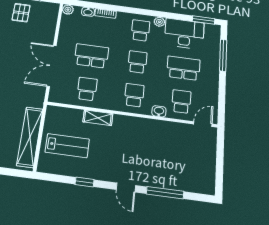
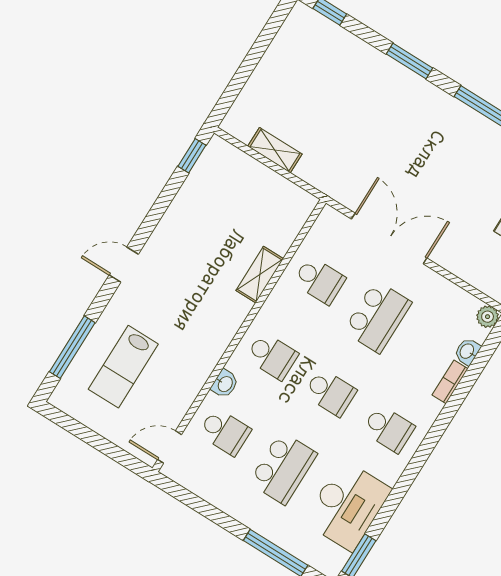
plant: (159, 22) -> (391, 472), removed
door: (203, 124) -> (169, 447), swing flipped
shelving: (30, 137) -> (275, 150), width x0.45, depth x0.75
lab bench: (67, 146) -> (123, 367), moved
window: (85, 182) -> (192, 156), moved
window: (165, 193) -> (72, 347), moved

